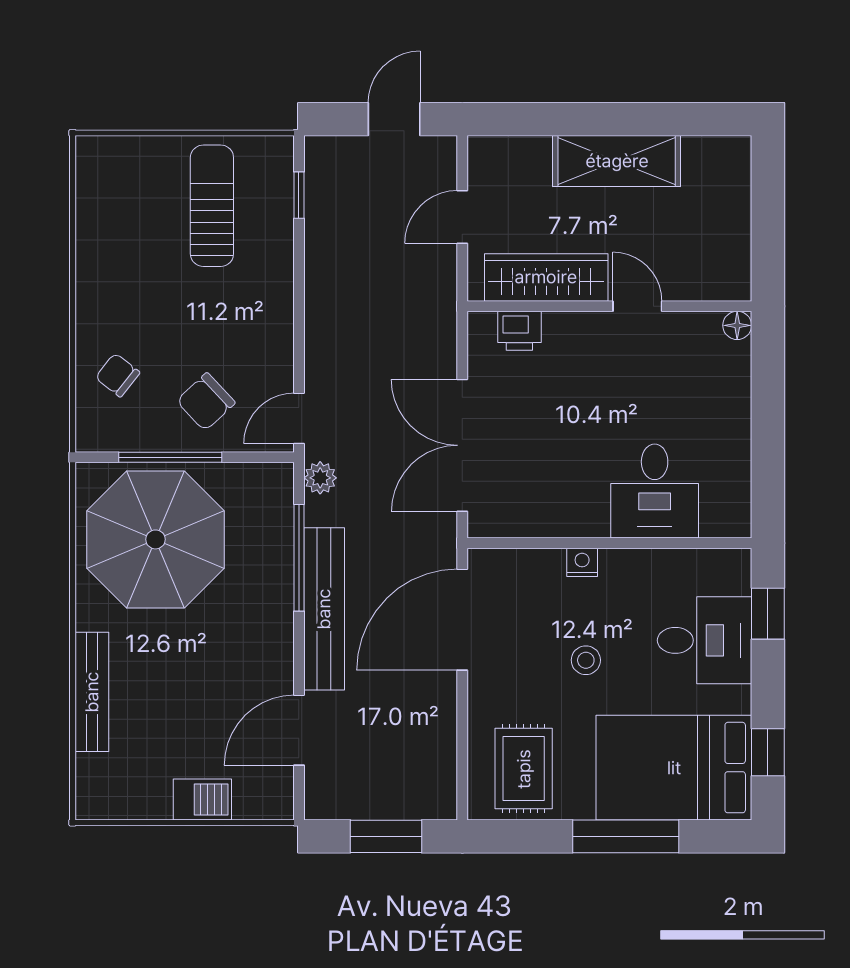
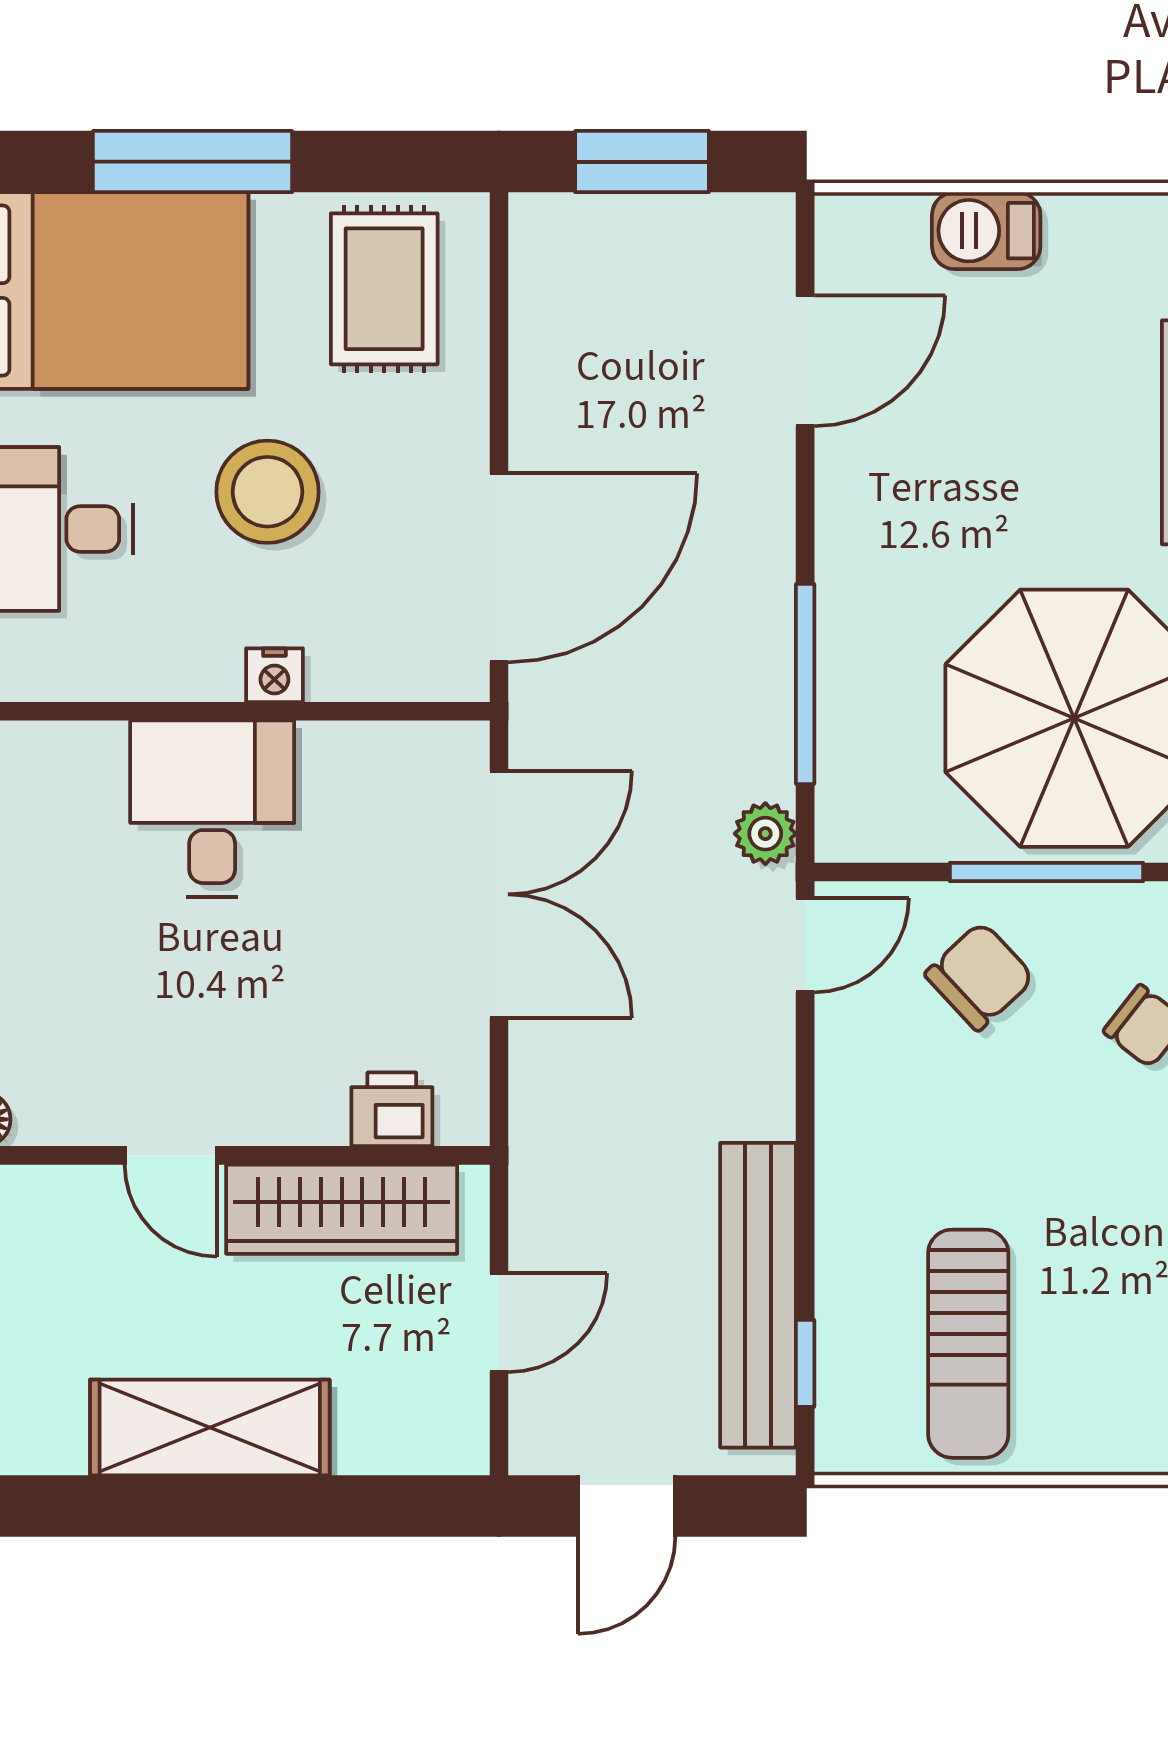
desk: (655, 491) -> (212, 809), moved
bench: (324, 609) -> (758, 1295), moved
stool: (586, 660) -> (267, 492), width x1.89, depth x1.89

